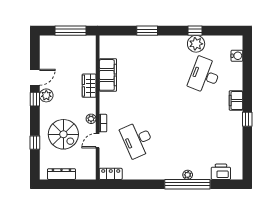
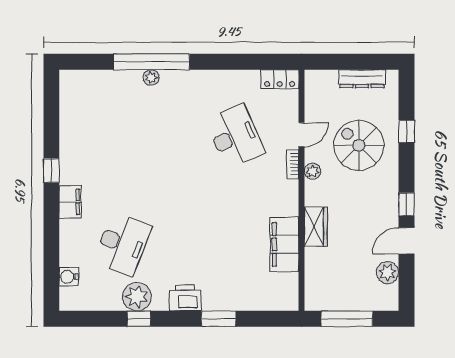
plant: (46, 95) -> (388, 273), moved
printer: (221, 172) -> (185, 298), moved, turned 180

